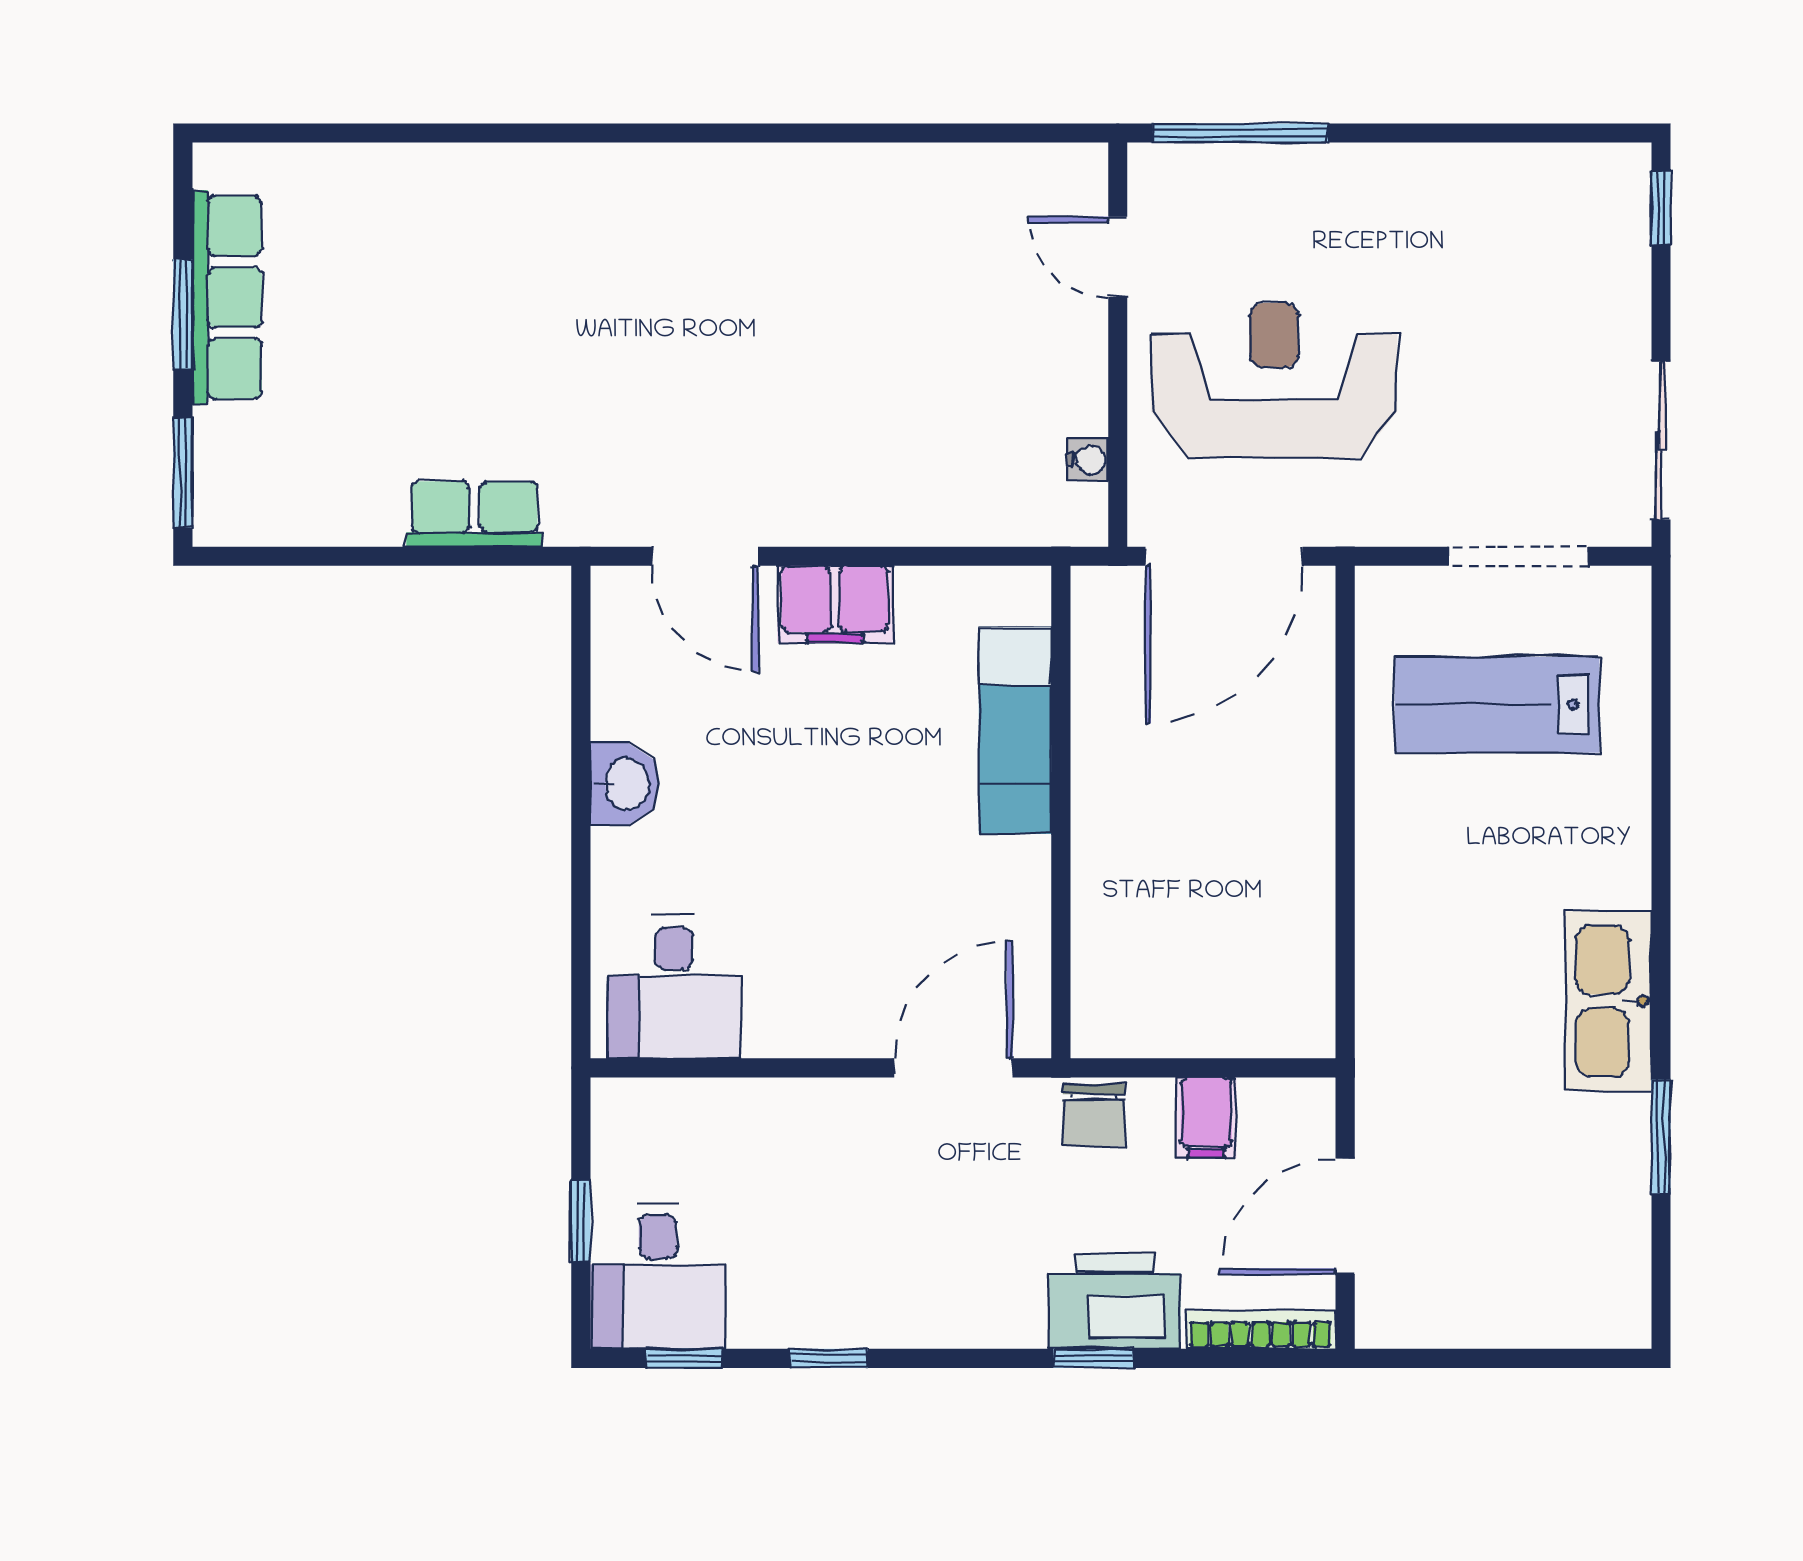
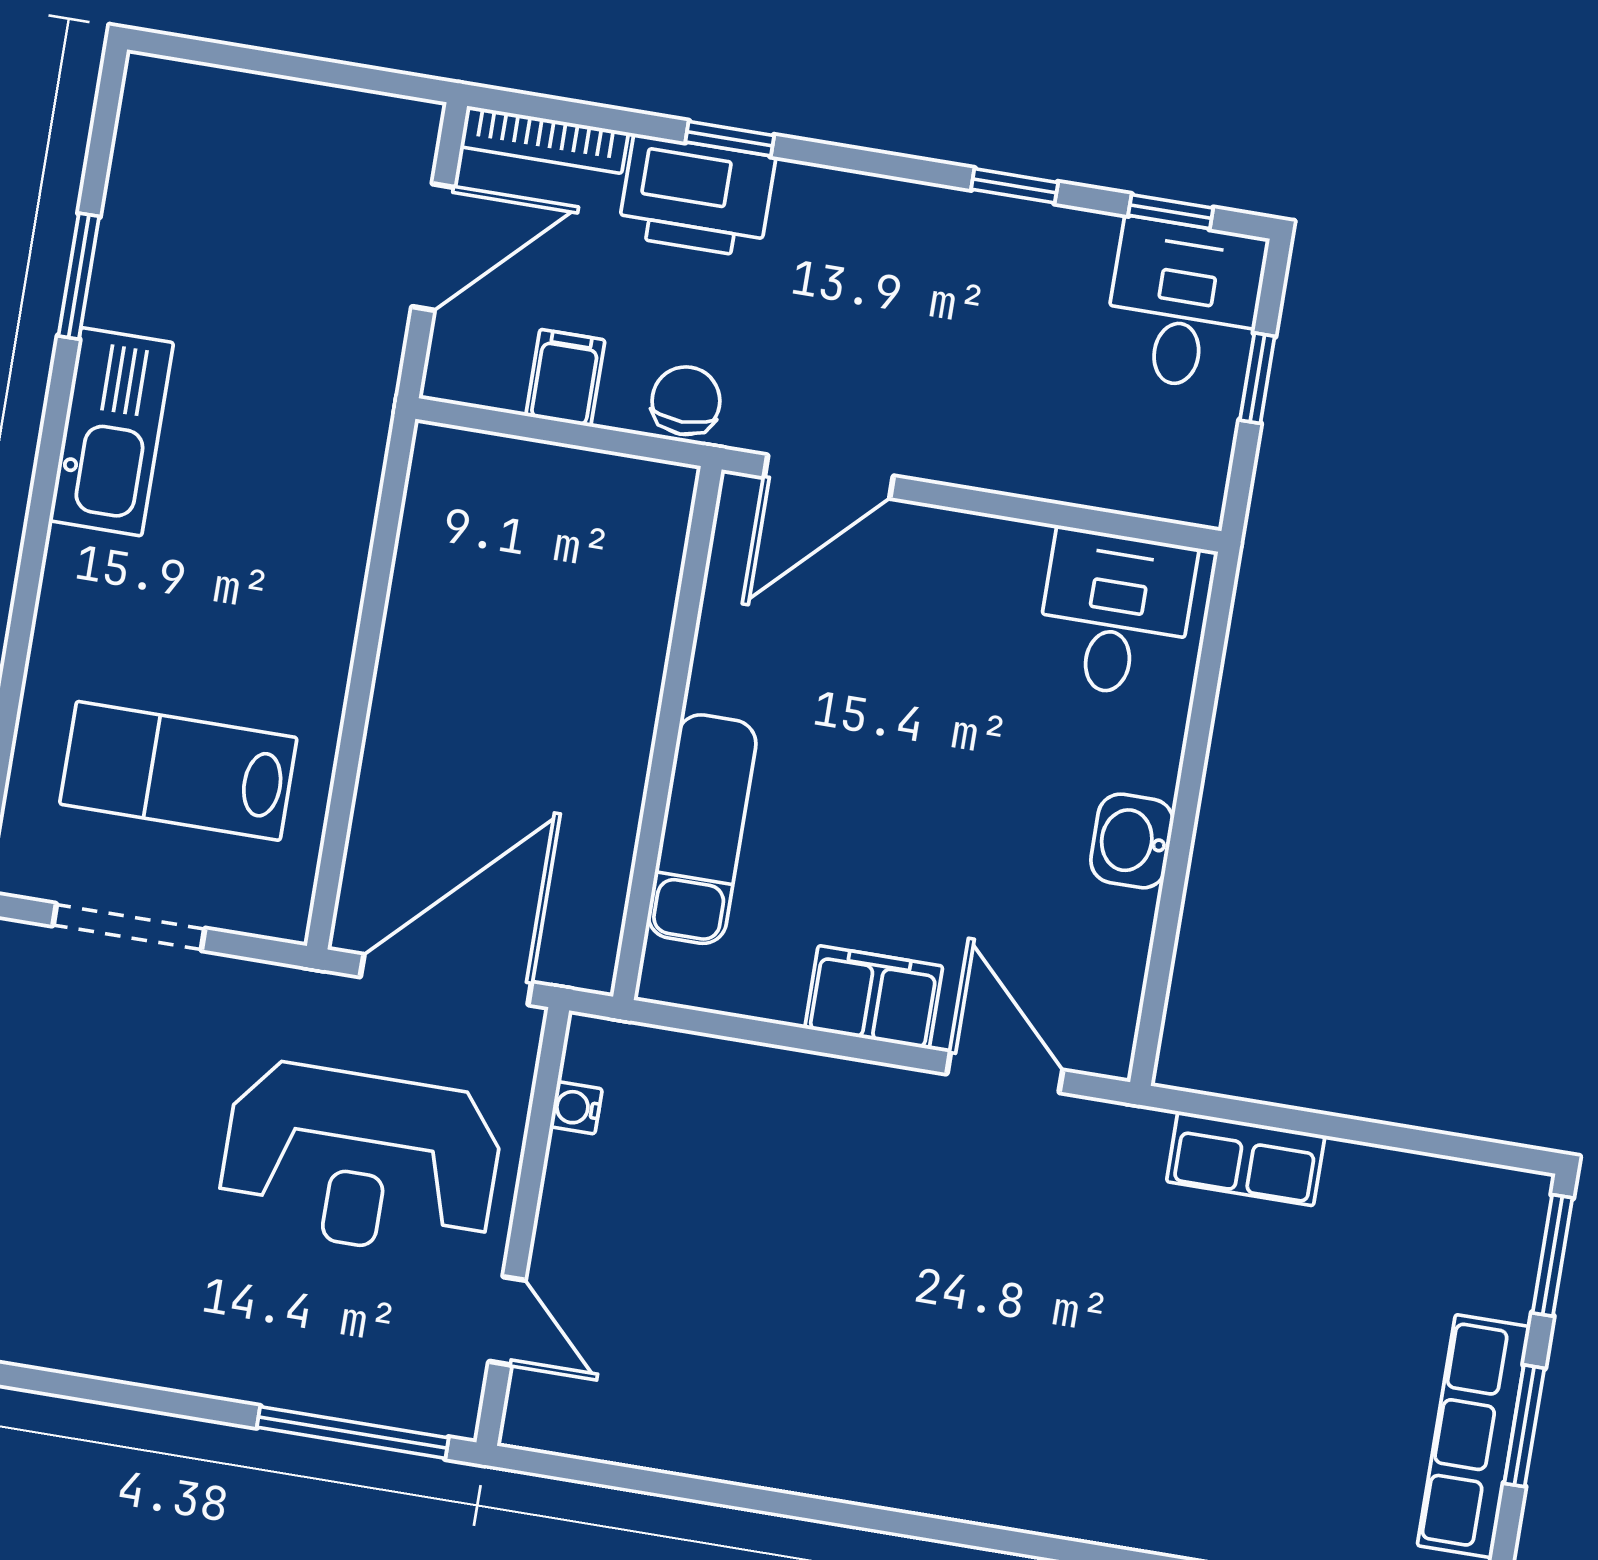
lab bench: (1497, 705) -> (178, 771), turned 180

